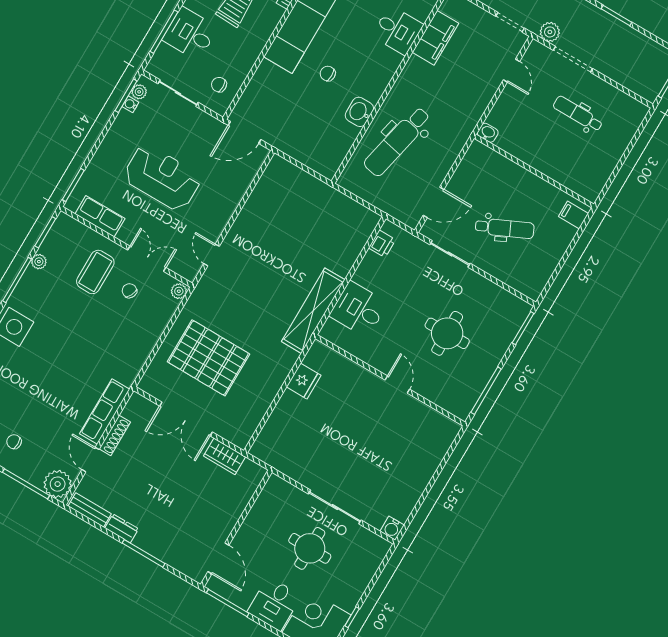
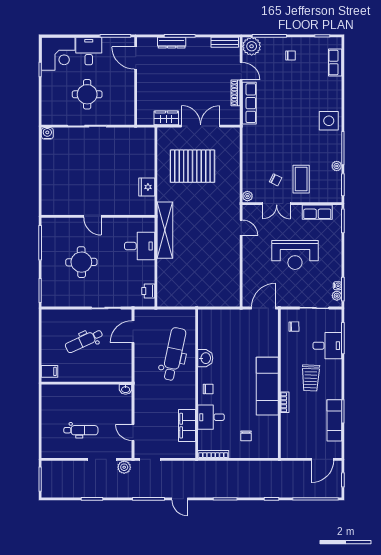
chair: (328, 74) -> (208, 389), moved
pallet: (209, 358) -> (192, 166), moved
dresser: (122, 528) -> (172, 43), moved, width x1.44

